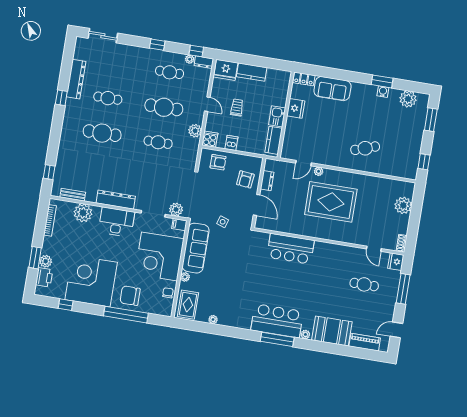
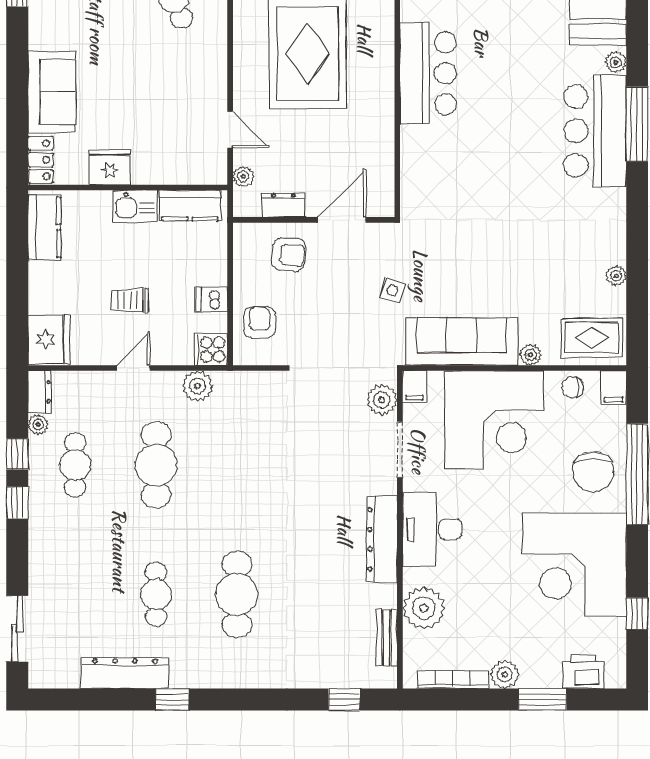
window: (196, 51) -> (17, 454), moved
kitchen counter: (252, 72) -> (44, 227), moved
cafe table: (158, 142) -> (237, 465), removed
plant: (319, 171) -> (243, 177), moved
bar counter: (291, 249) -> (428, 73), moved
plant: (46, 261) -> (505, 675), moved
filing cabinet: (165, 310) -> (614, 388), added

